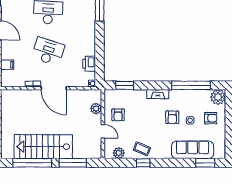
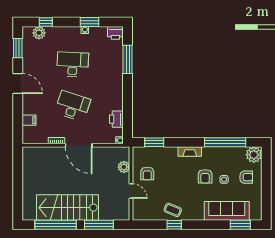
plant: (119, 153) -> (148, 214), removed

